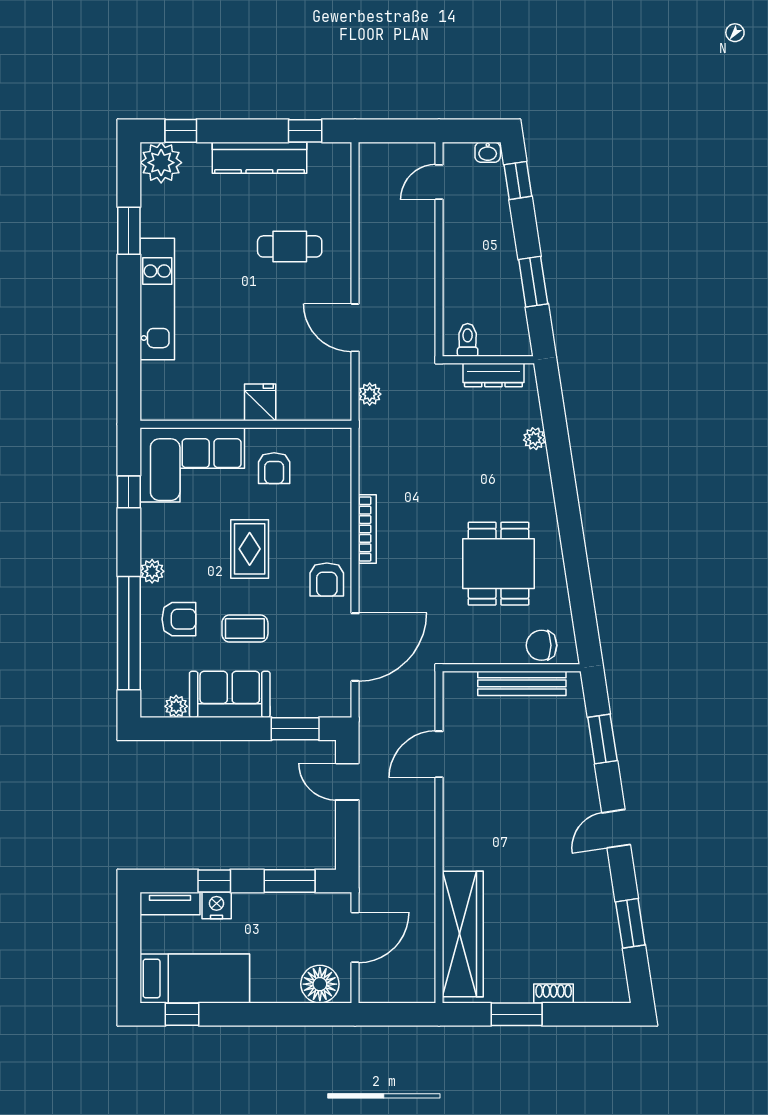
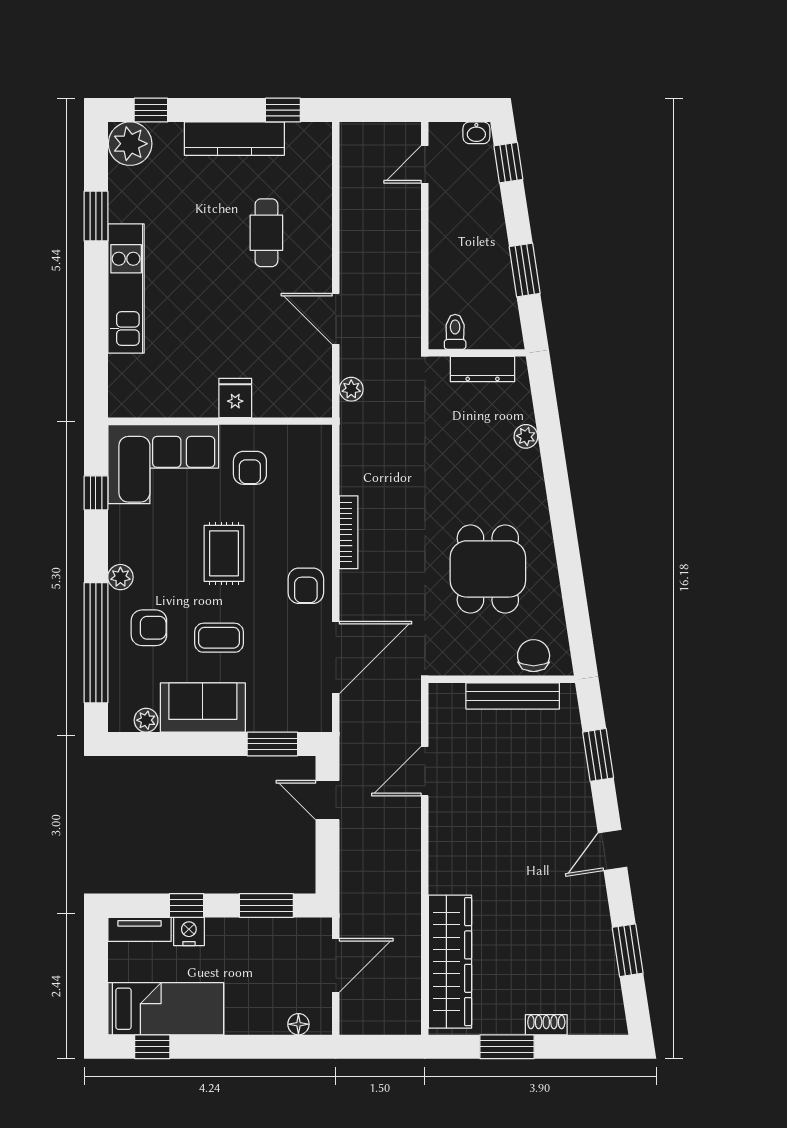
cafe table: (290, 246) -> (266, 233), turned 90
chair: (542, 645) -> (534, 656), turned 90
floor lamp: (320, 984) -> (298, 1024), width x0.53, depth x0.53

